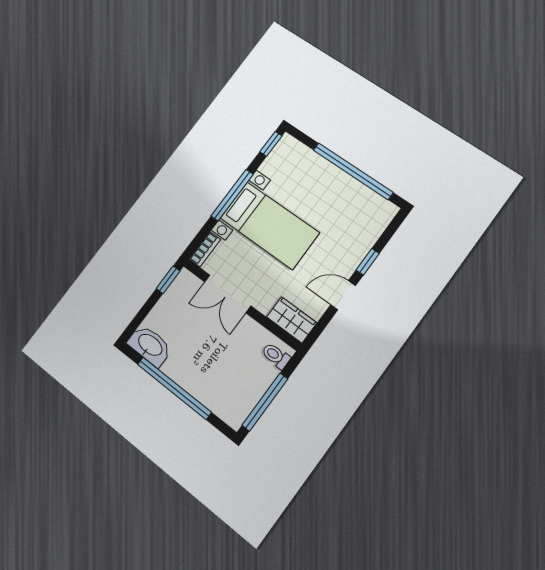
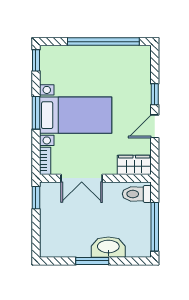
window: (232, 195) -> (36, 113), width x0.69
washbasin: (150, 345) -> (108, 247), moved
toilet: (276, 356) -> (137, 194), width x1.37, depth x1.39
window: (174, 388) -> (92, 261), width x0.47

